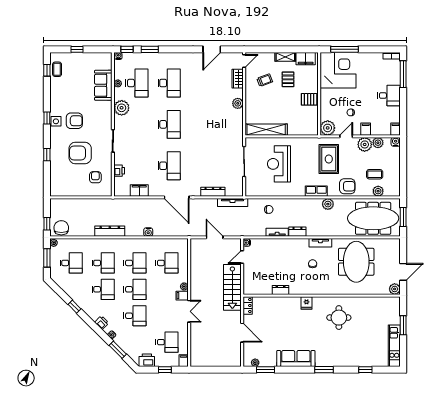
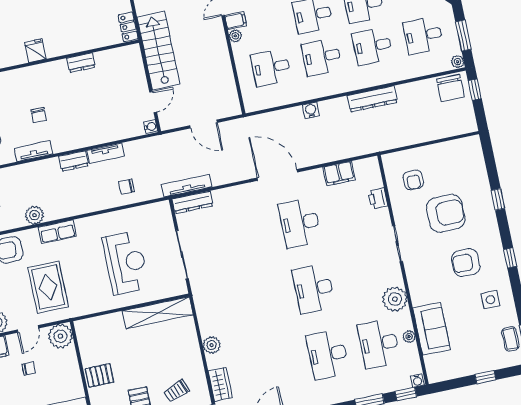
side table: (56, 121) -> (490, 300), moved
dresser: (213, 192) -> (193, 202), moved

